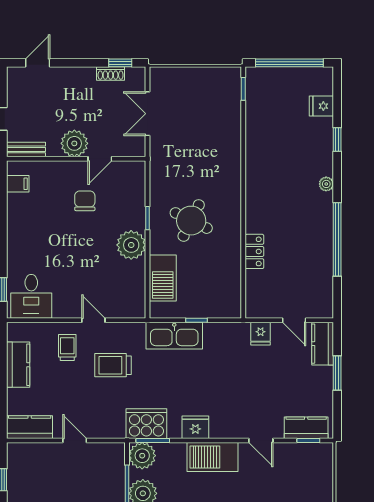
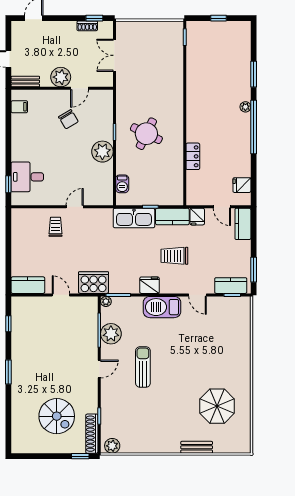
window: (289, 63) -> (218, 18), width x0.32
fridge: (321, 106) -> (242, 185), moved
window: (337, 139) -> (254, 74), width x1.50
chair: (85, 201) -> (68, 119), turned 149
window: (337, 239) -> (254, 127), moved
barbecue: (163, 278) -> (122, 184), width x0.53, depth x0.65
desk: (31, 296) -> (27, 177), moved, turned 90
door: (93, 320) -> (75, 207), hinge flipped
kitchen counter: (18, 365) -> (172, 216), moved, turned 90
trolley: (113, 365) -> (174, 256), moved
window: (337, 373) -> (254, 270), moved
cooker: (146, 424) -> (94, 283), moved
plant: (142, 456) -> (106, 302), width x0.53, depth x0.53

